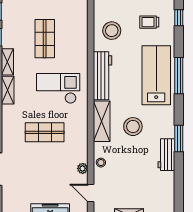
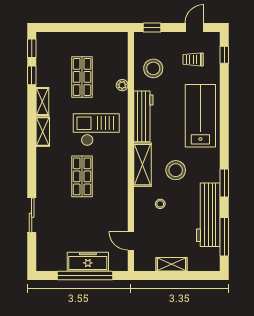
window: (179, 76) -> (224, 237), moved
shop shelf: (45, 132) -> (82, 176), turned 90
workbench: (166, 155) -> (208, 215), width x1.88, depth x1.32
stool: (101, 163) -> (160, 204), moved
plant: (83, 168) -> (122, 85), moved

